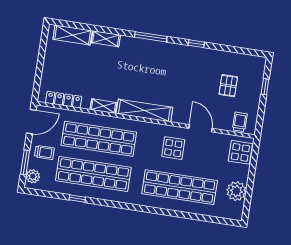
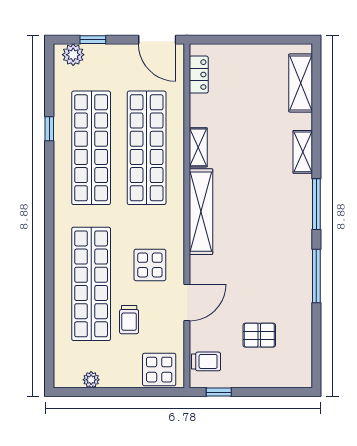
shelving: (106, 39) -> (303, 152), moved
window: (196, 44) -> (316, 276), width x2.17
window: (265, 87) -> (219, 392), moved
locker: (64, 100) -> (199, 75), width x0.66
trolley: (44, 152) -> (129, 320), moved
window: (25, 162) -> (93, 40), width x0.67
plant: (236, 191) -> (91, 380), width x0.53, depth x0.53

